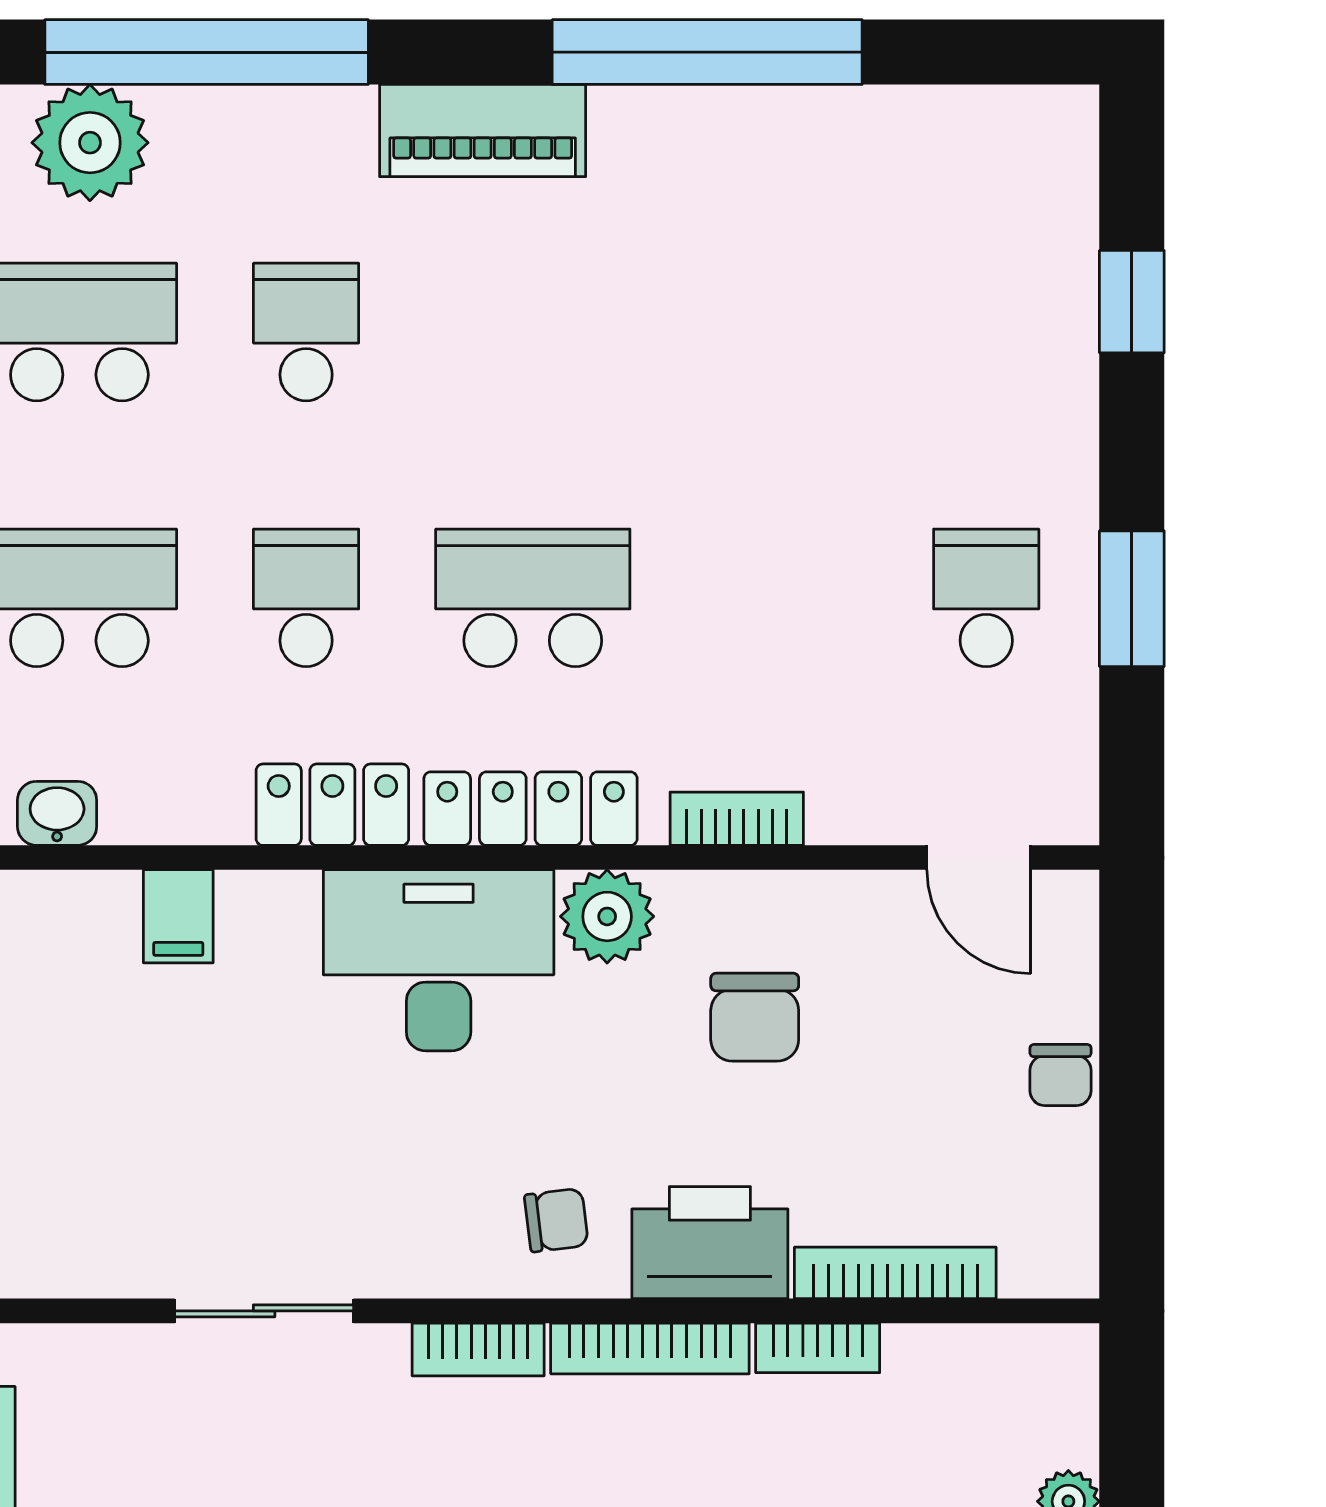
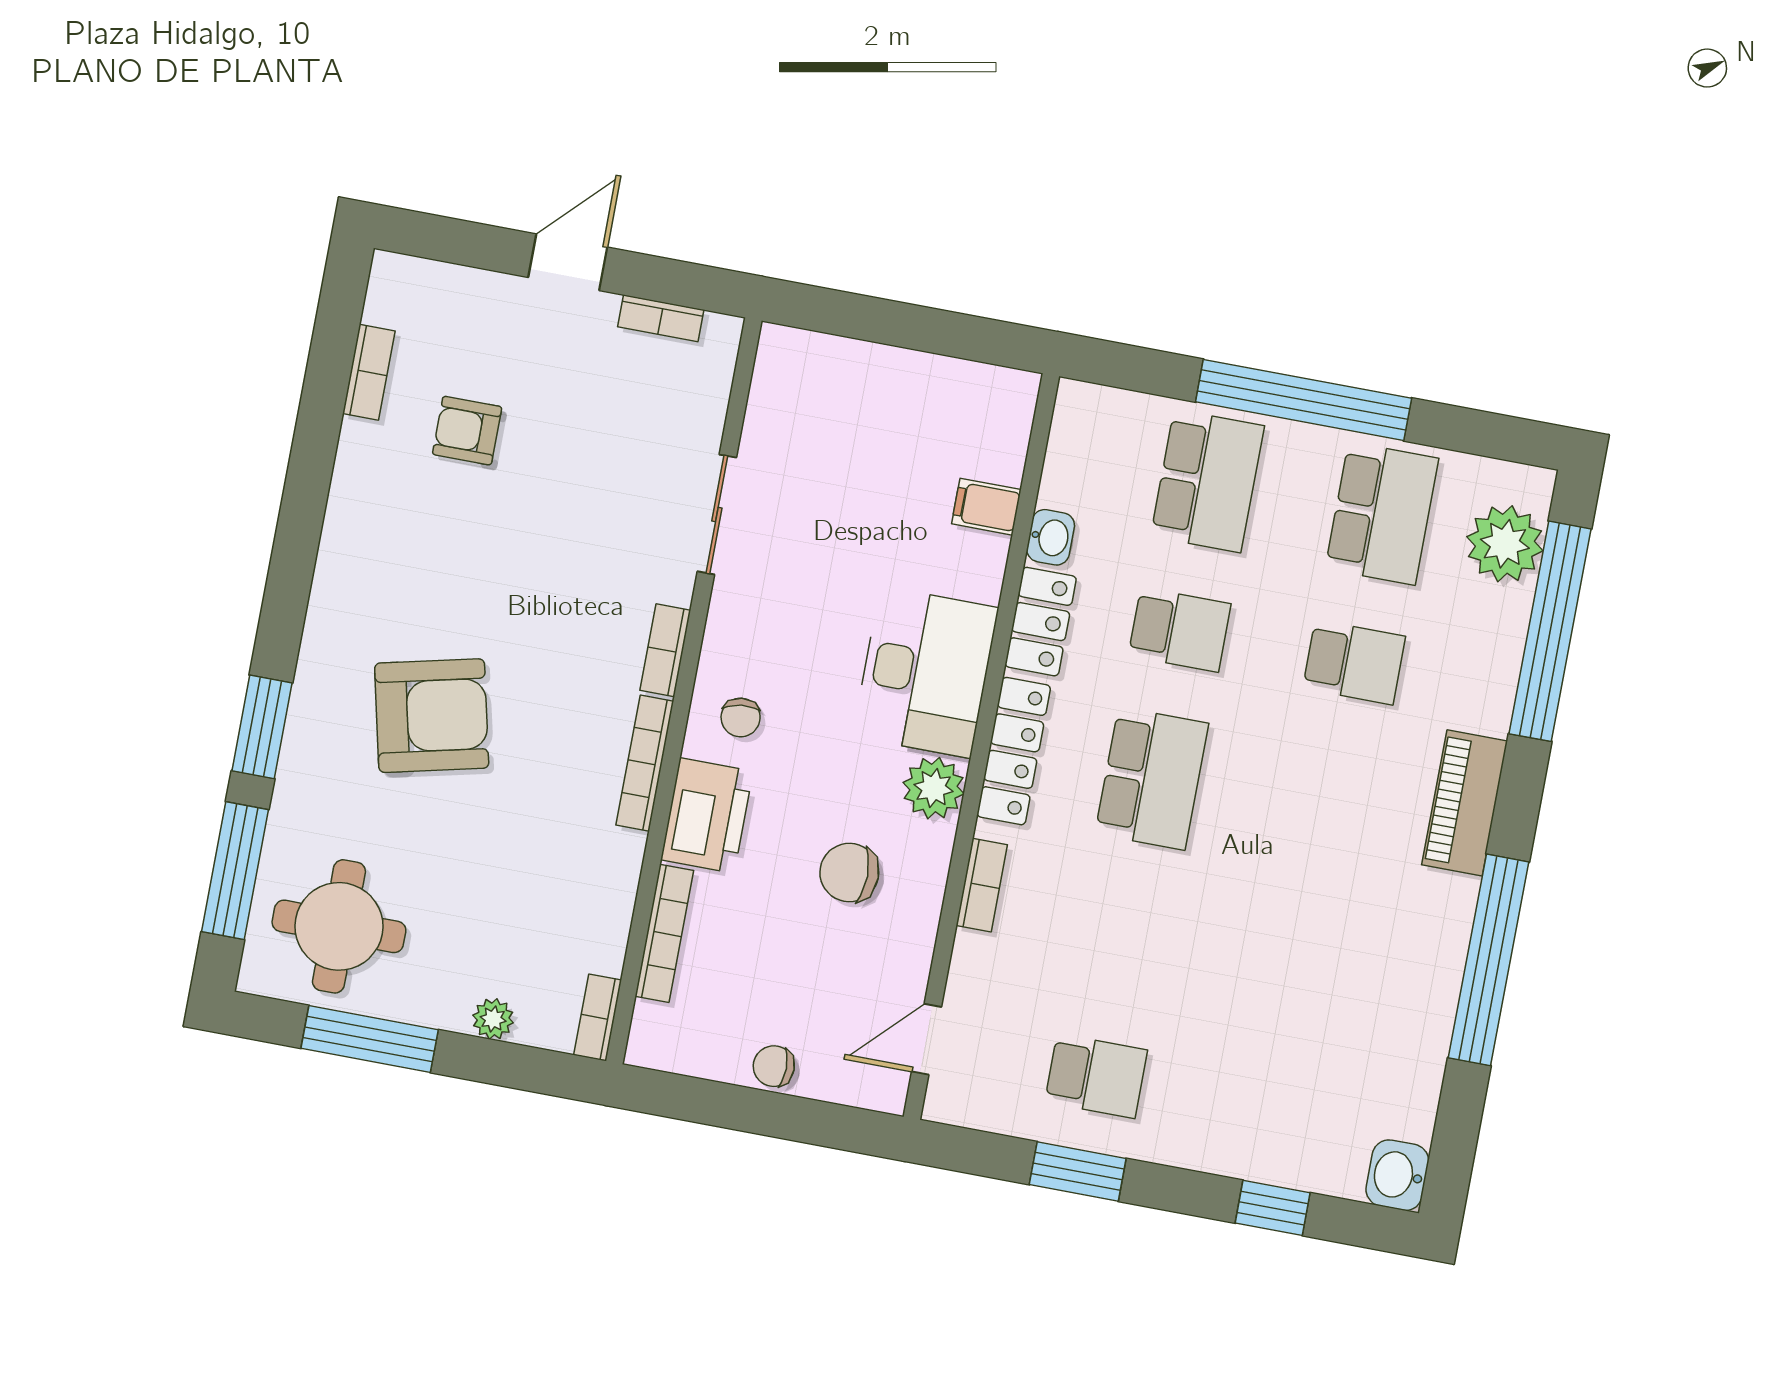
washbasin: (1049, 127) -> (1397, 1175), added
washbasin: (57, 813) -> (1051, 537), moved
bookcase: (818, 1348) -> (598, 1018), moved

